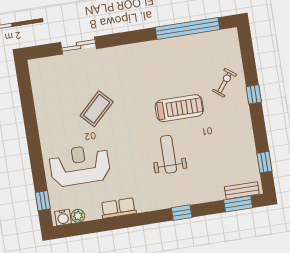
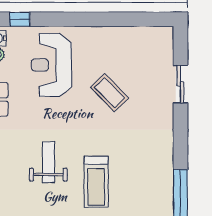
weight bench: (168, 154) -> (48, 162), turned -90
reception desk: (80, 165) -> (51, 65), turned 180

